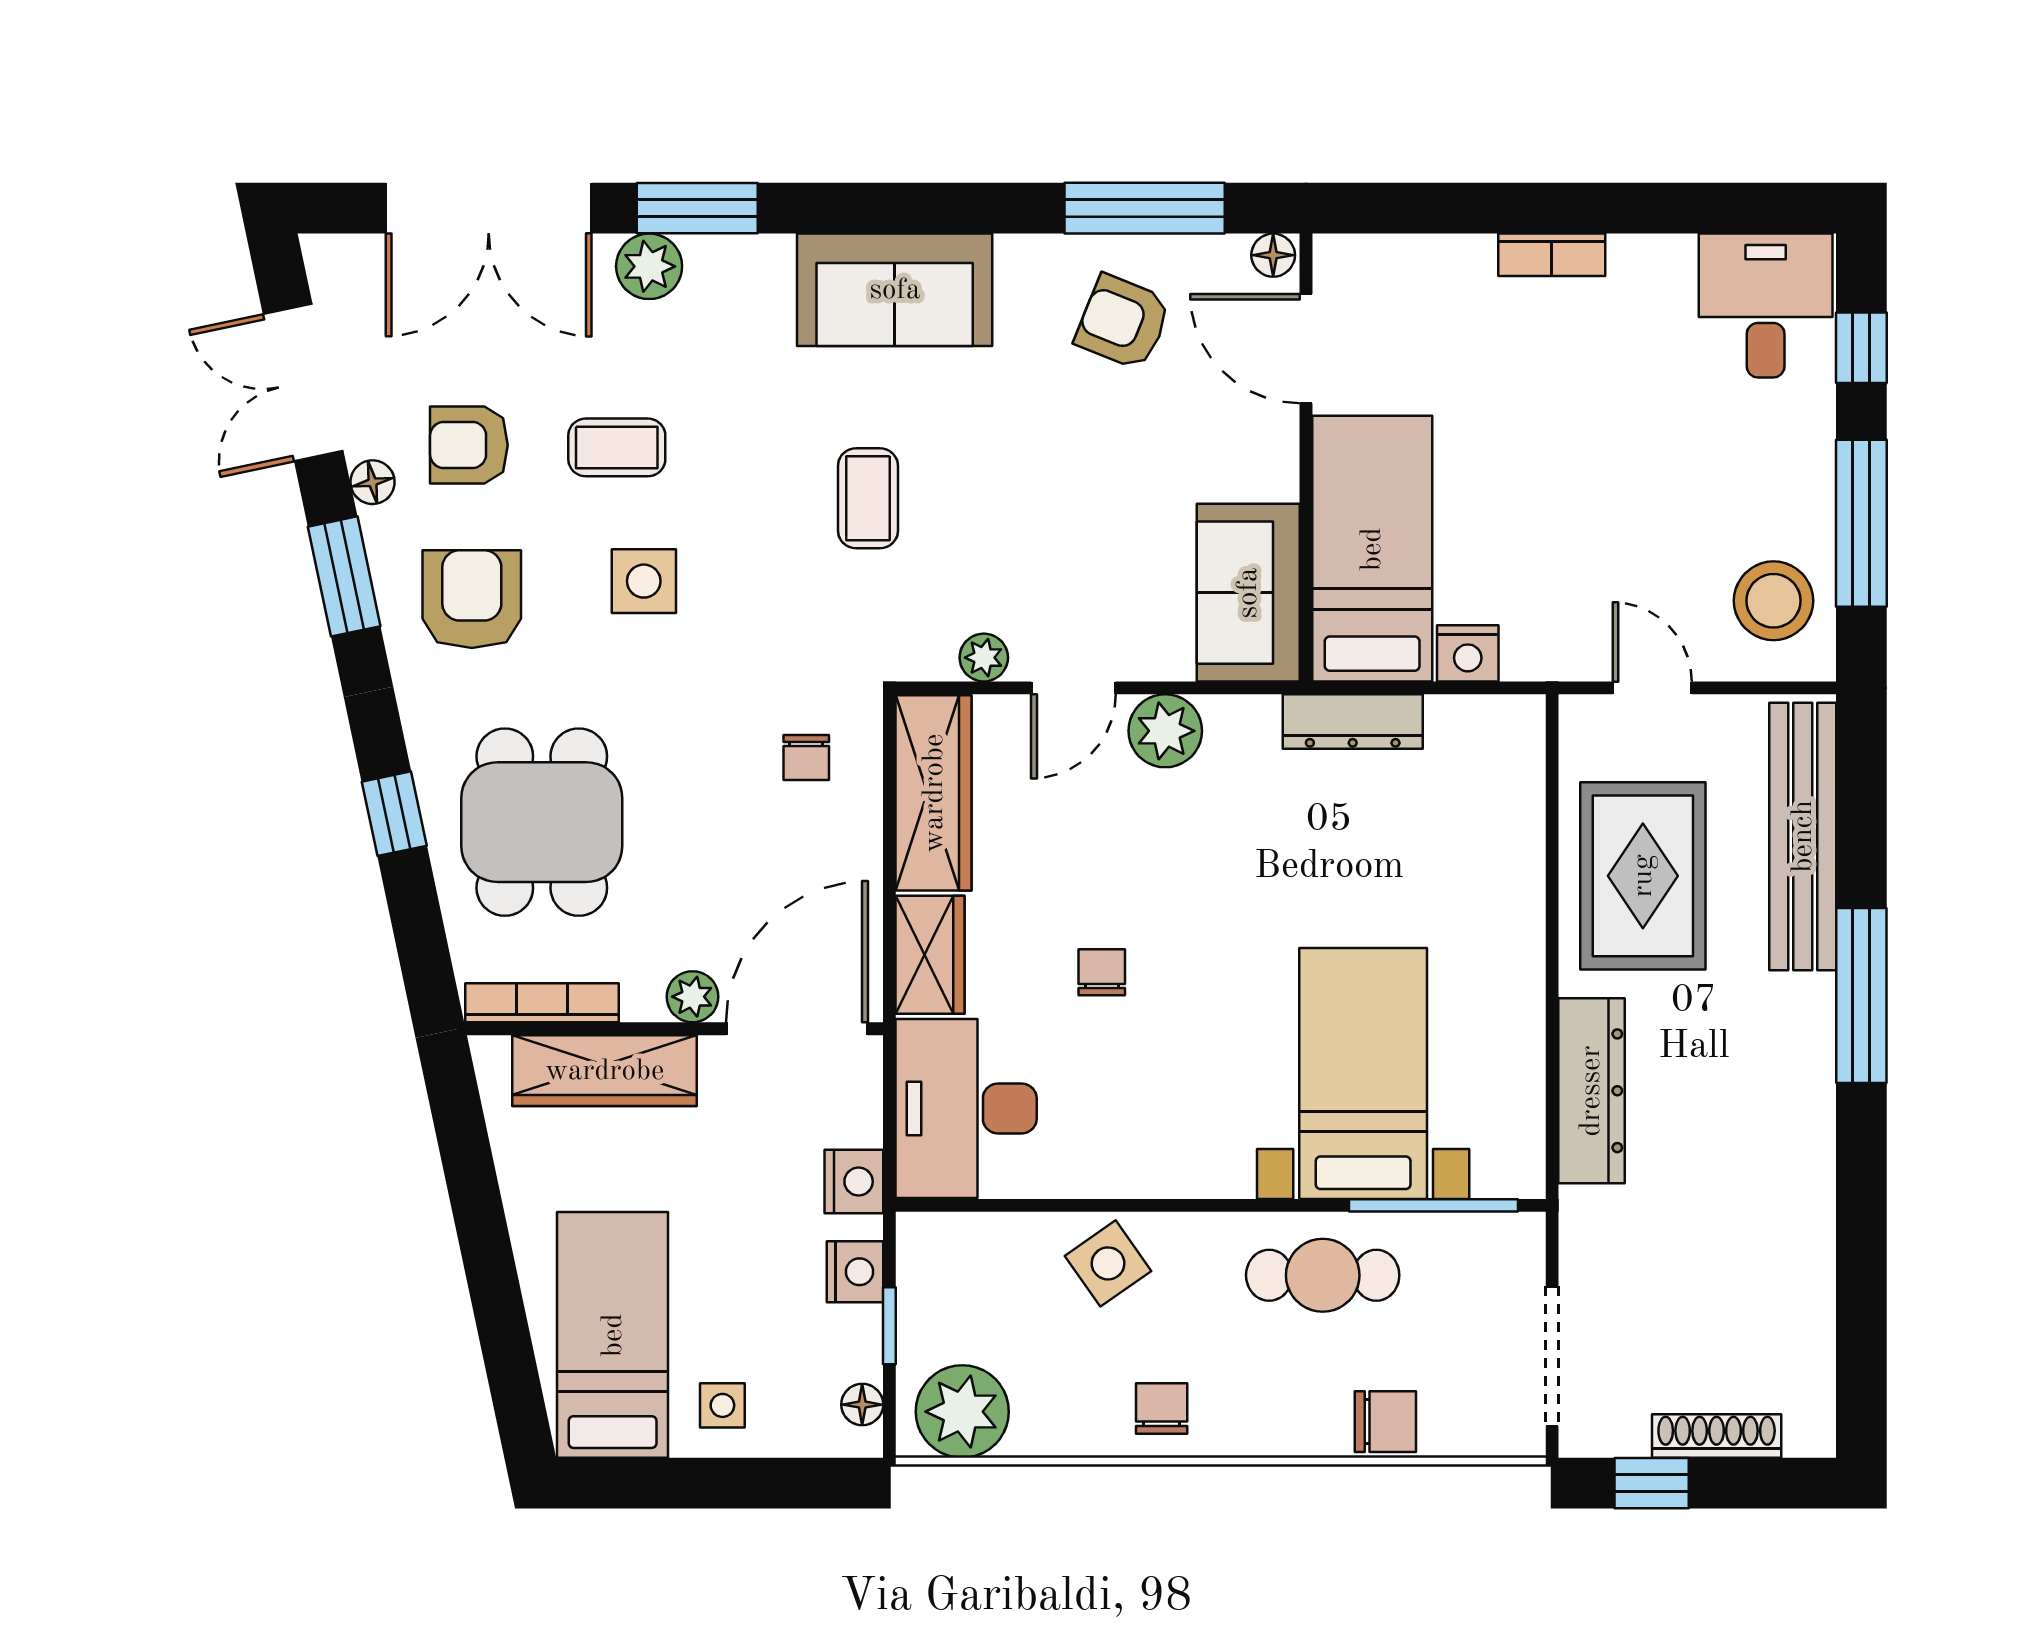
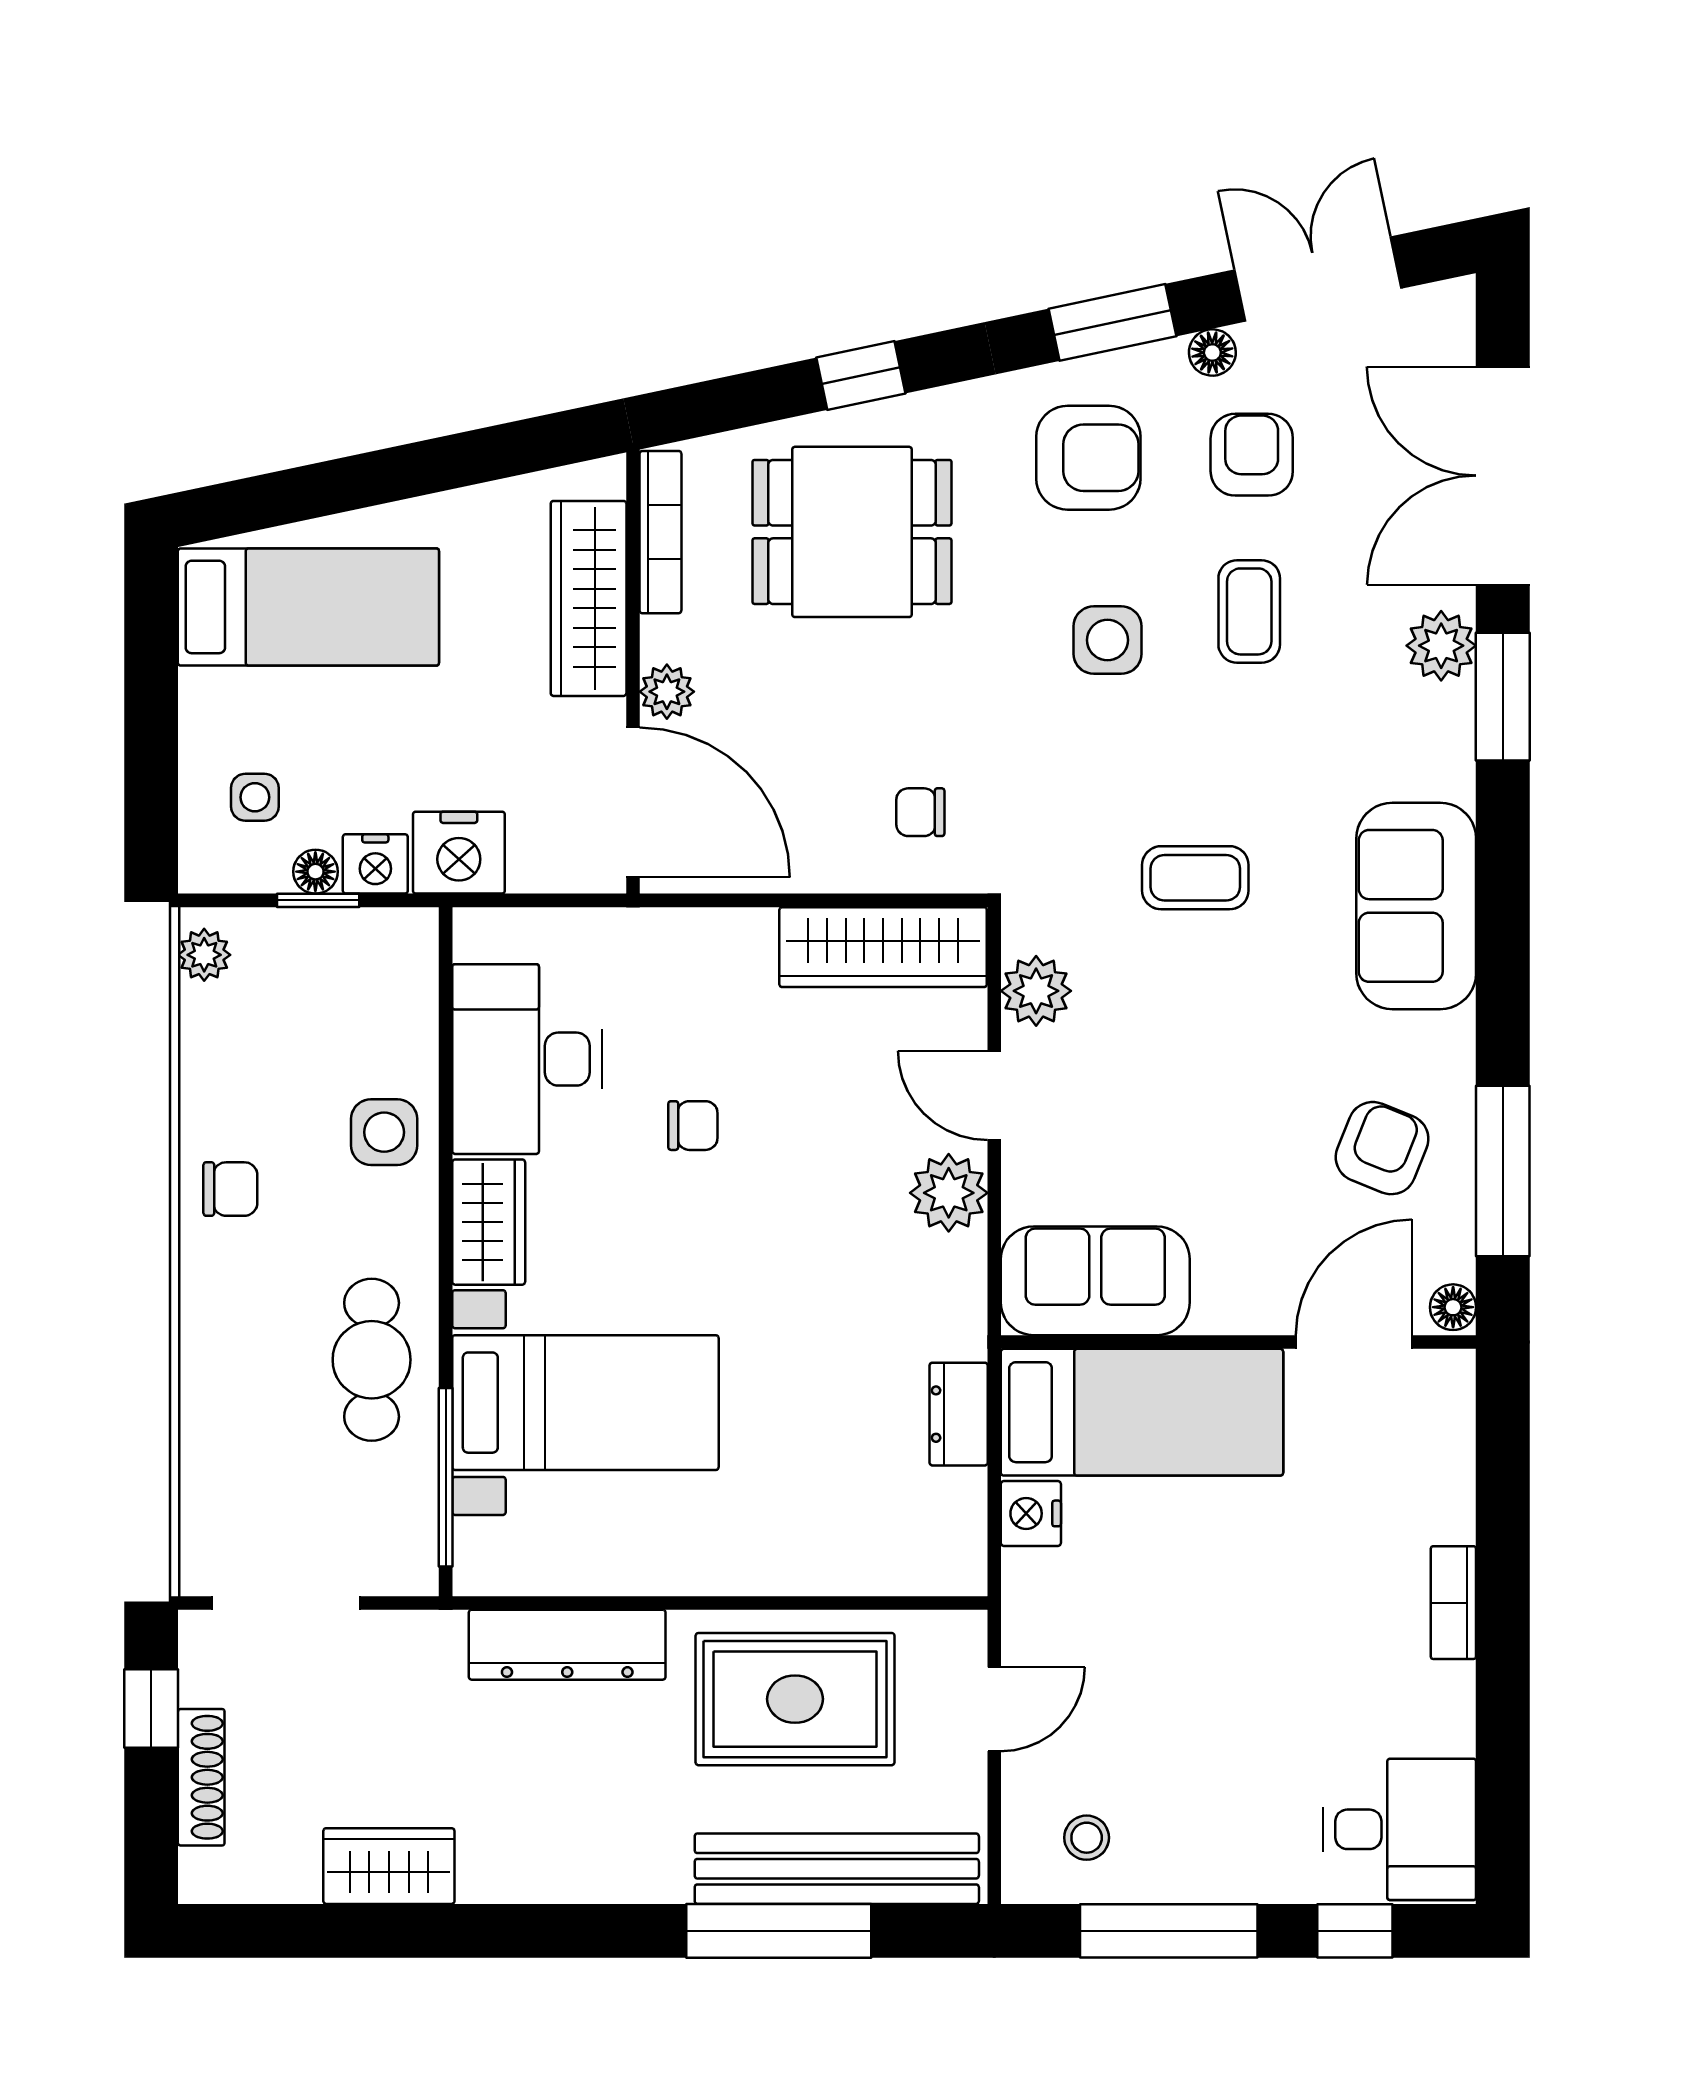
stool: (1773, 601) -> (1087, 1838), width x0.53, depth x0.53
plant: (984, 658) -> (1036, 991), width x1.38, depth x1.38
dresser: (1353, 722) -> (959, 1414), width x0.70
wardrobe: (930, 955) -> (489, 1222), moved, turned -90
window: (1861, 995) -> (779, 1931), moved
desk: (966, 1108) -> (527, 1059), moved, turned -90
nightstand: (854, 1182) -> (459, 853), width x1.36, depth x1.33
wardrobe: (1800, 1259) -> (389, 1866), added
side table: (1108, 1263) -> (384, 1132), turned 35
side table: (722, 1405) -> (255, 797), moved
floor lamp: (862, 1405) -> (315, 872), moved
plant: (962, 1412) -> (204, 955), width x0.53, depth x0.53
chair: (1385, 1422) -> (216, 1426), removed

